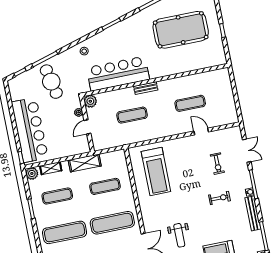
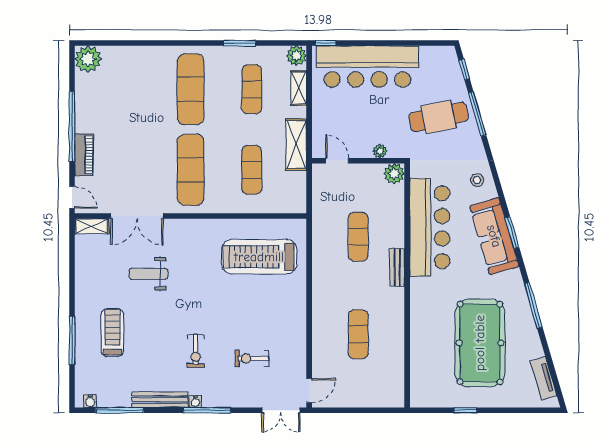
sofa: (115, 34) -> (494, 236), added
door: (87, 127) -> (337, 161), moved
door: (201, 131) -> (309, 391), moved
double door: (247, 151) -> (281, 410), moved

